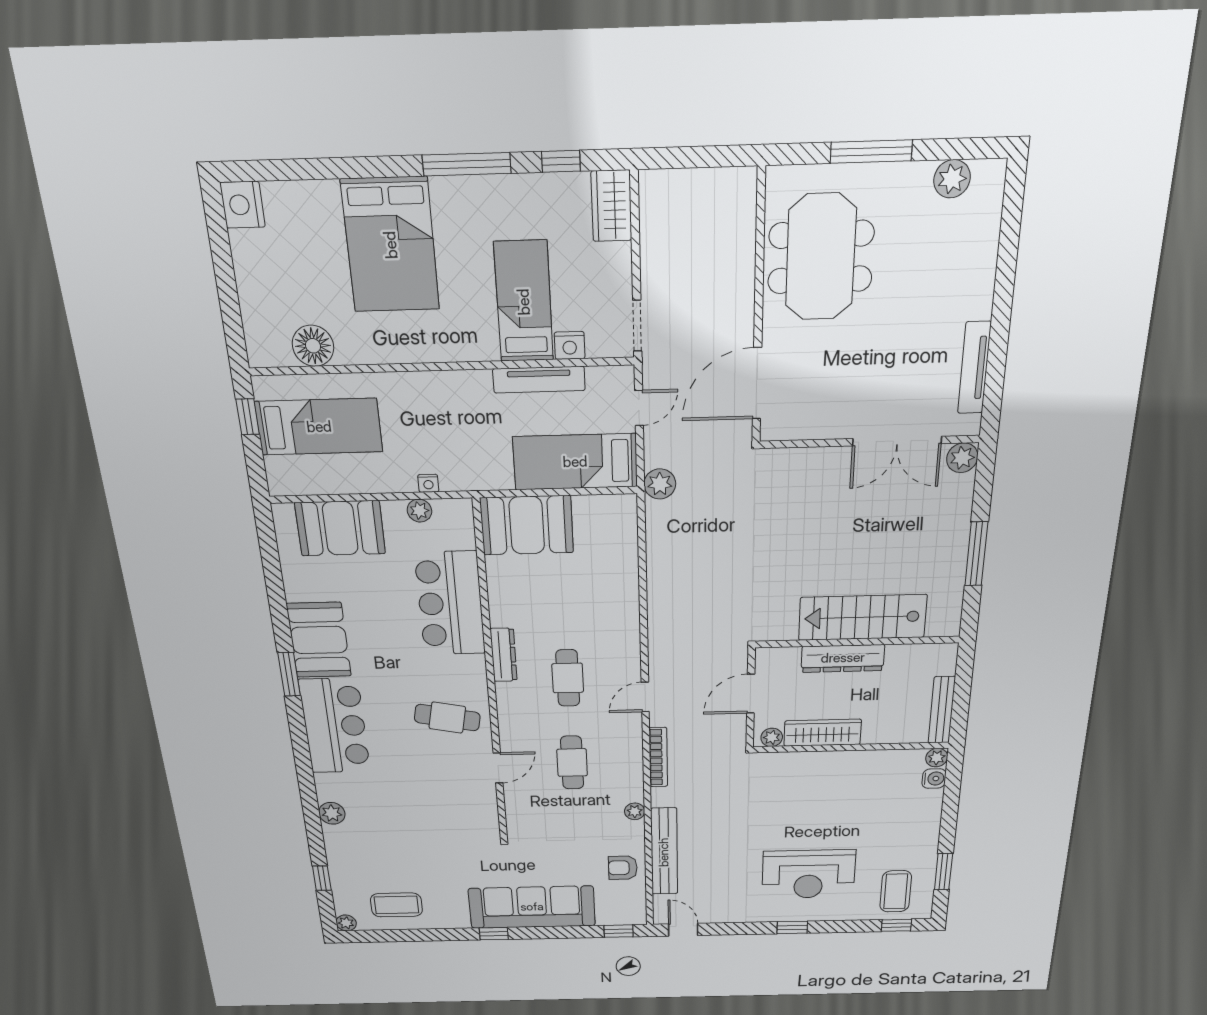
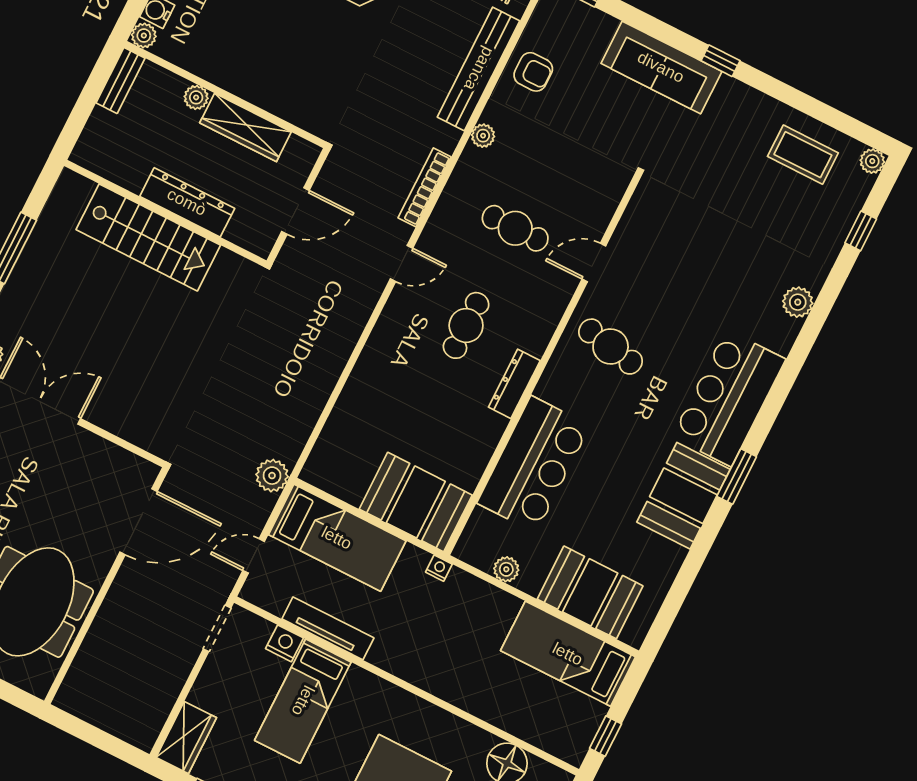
bed: (319, 427) -> (568, 654), moved
nightstand: (428, 483) -> (439, 568), moved
bench: (942, 710) -> (120, 80), width x0.73
plant: (772, 737) -> (196, 97), moved
cafe table: (572, 763) -> (515, 228), turned 90
sofa: (532, 907) -> (661, 67), width x0.74, depth x0.79

